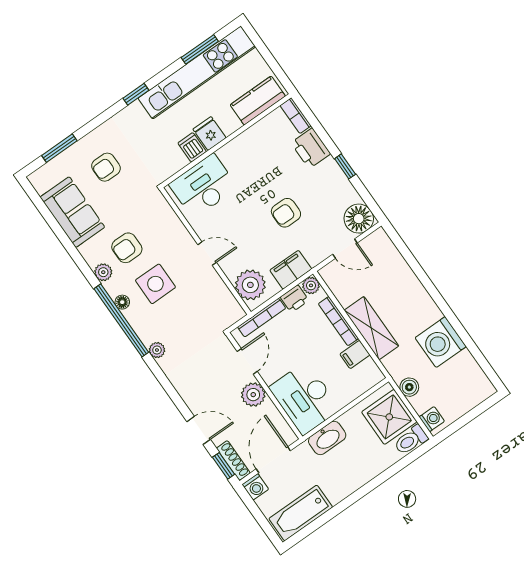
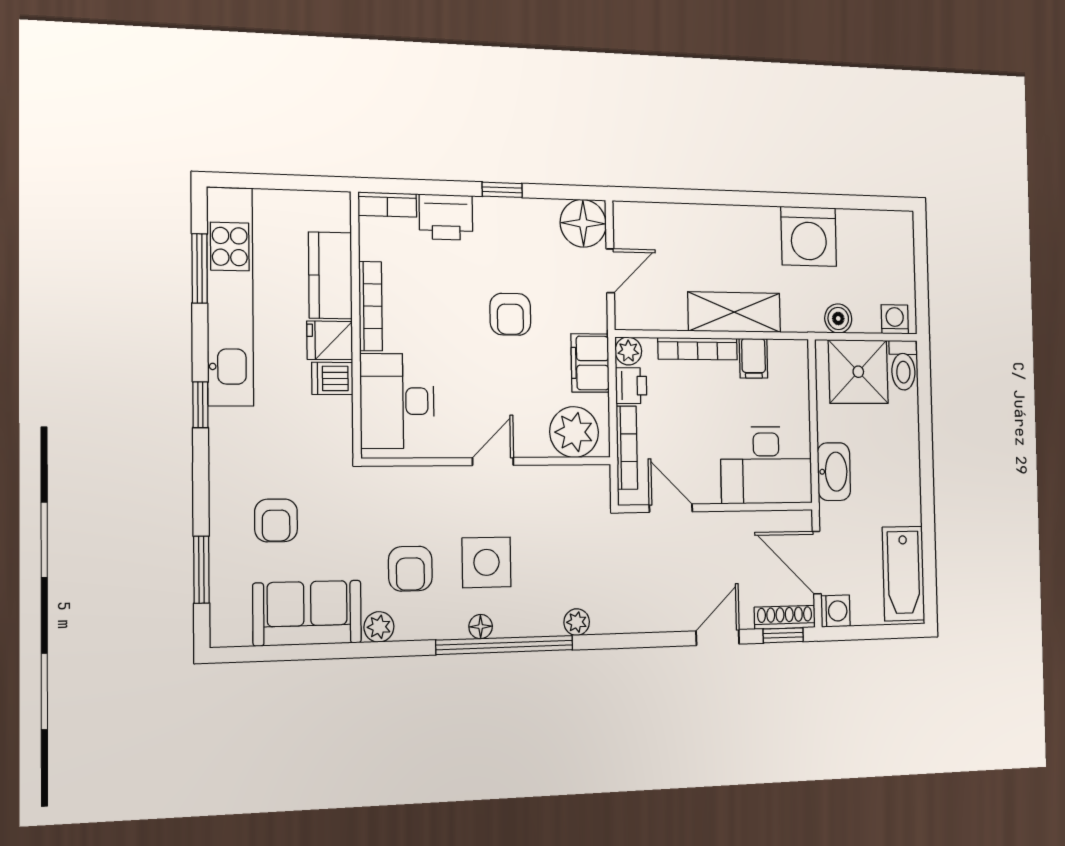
kitchen counter: (258, 101) -> (330, 275), moved
bookcase: (240, 142) -> (370, 306), added
plant: (103, 272) -> (379, 627), moved
plant: (253, 395) -> (718, 531), removed

